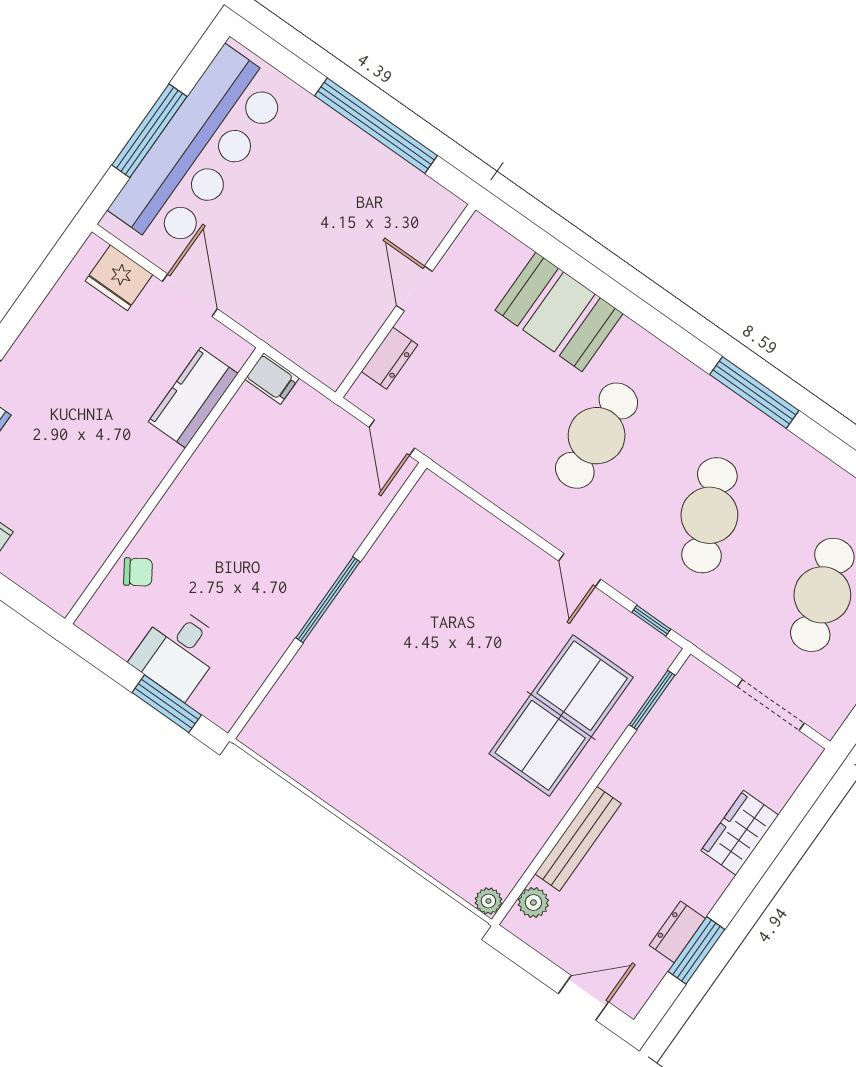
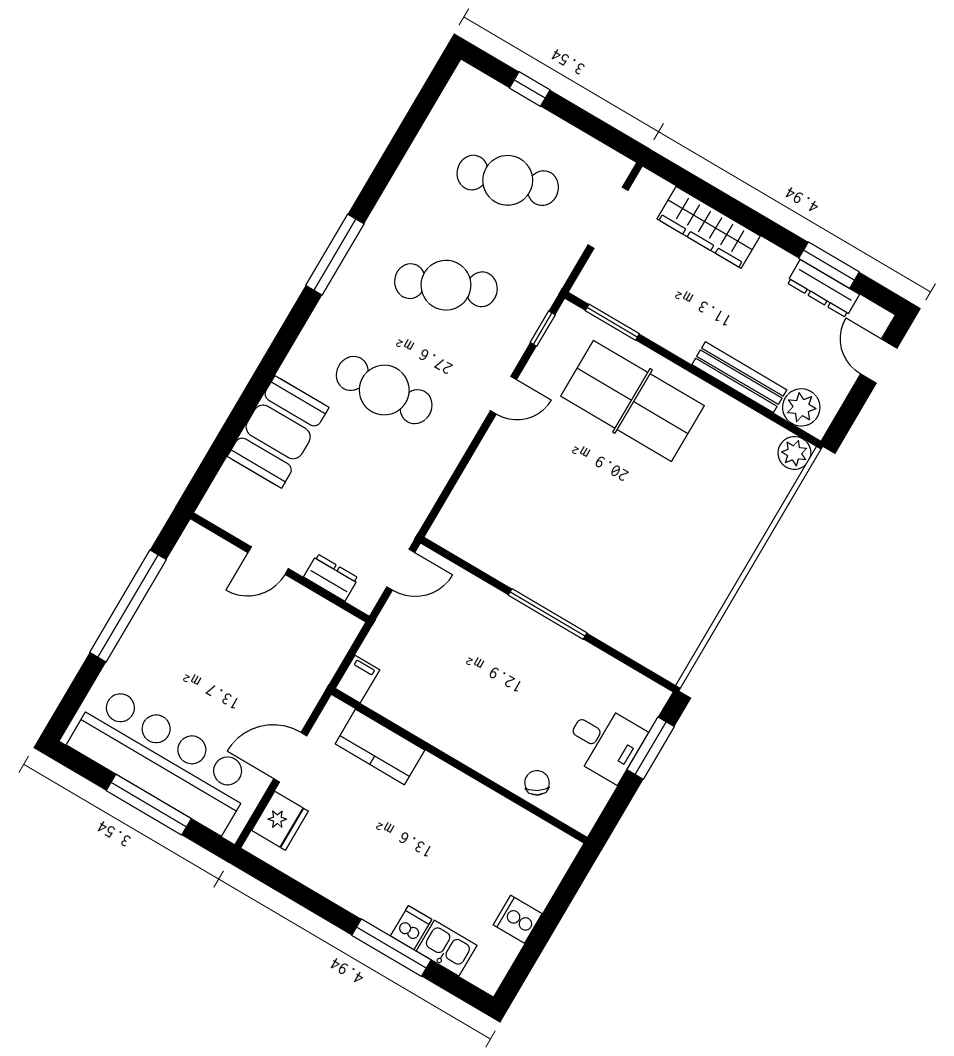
wardrobe: (740, 833) -> (709, 227), width x1.50
plant: (488, 901) -> (794, 453), width x1.38, depth x1.38
plant: (533, 903) -> (801, 407), width x1.38, depth x1.38
dresser: (677, 932) -> (823, 289), width x1.44

